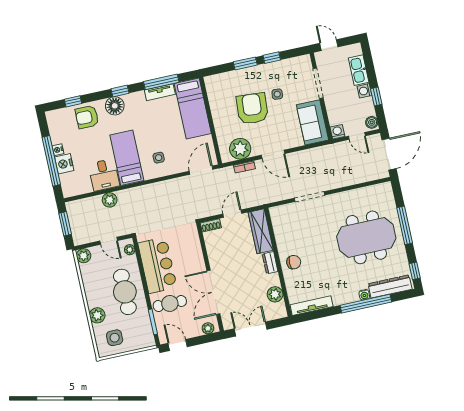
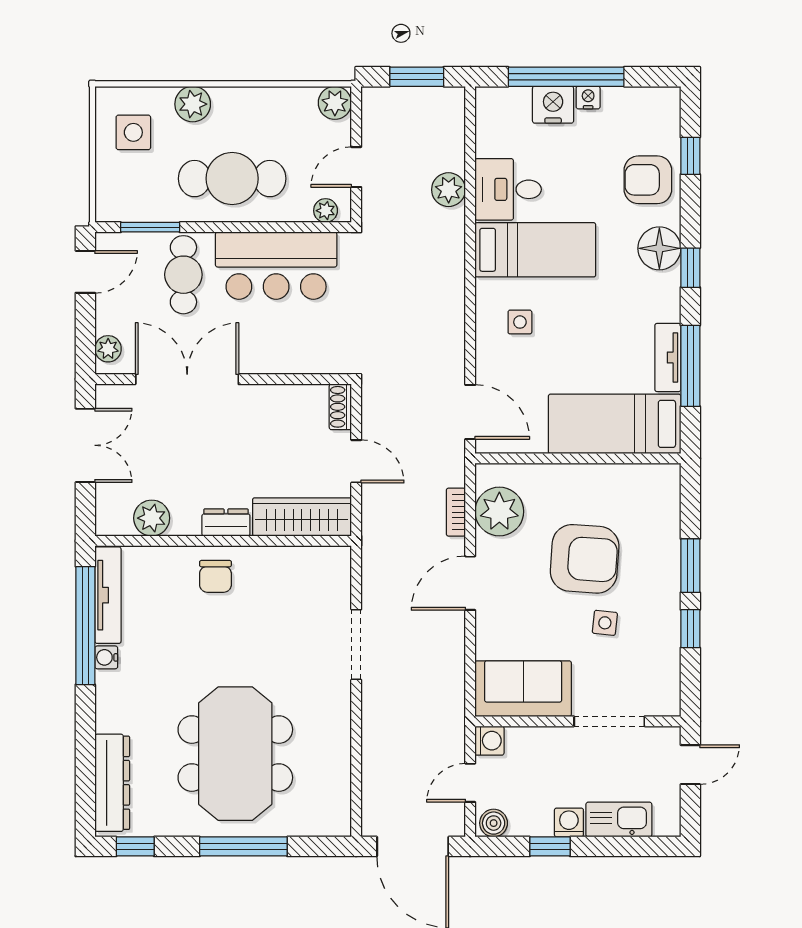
armchair: (87, 117) -> (648, 180), turned -90
water cooler: (364, 295) -> (106, 657), moved
window: (366, 304) -> (85, 626), moved

